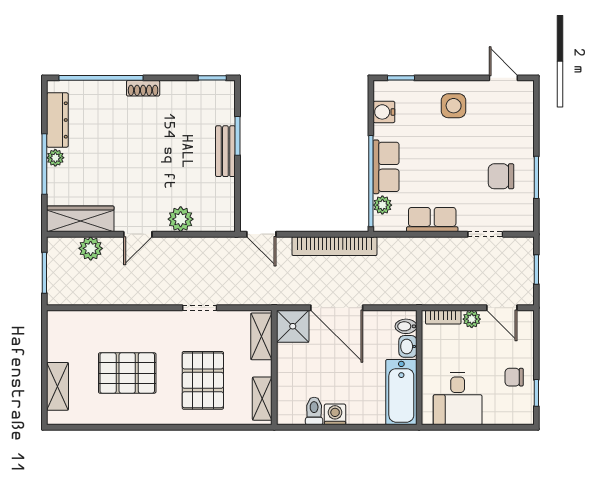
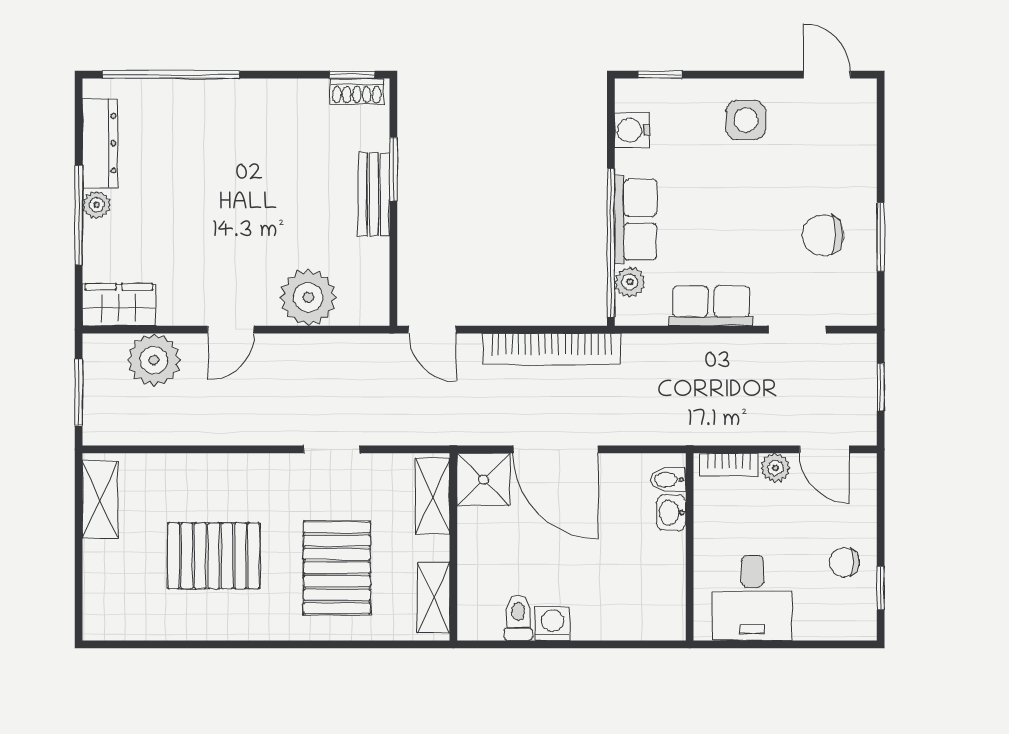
shoe rack: (143, 88) -> (357, 91), moved
wardrobe: (80, 219) -> (119, 305), width x0.67
plant: (181, 219) -> (308, 297), width x1.36, depth x1.36
plant: (91, 248) -> (154, 360), width x1.36, depth x1.36
shelving: (58, 386) -> (100, 499), moved
bathtub: (401, 392) -> (661, 587), removed

